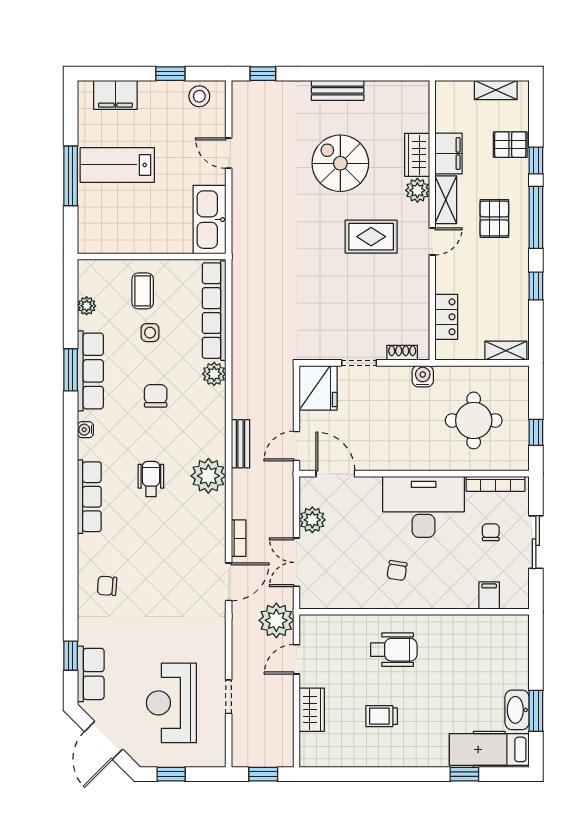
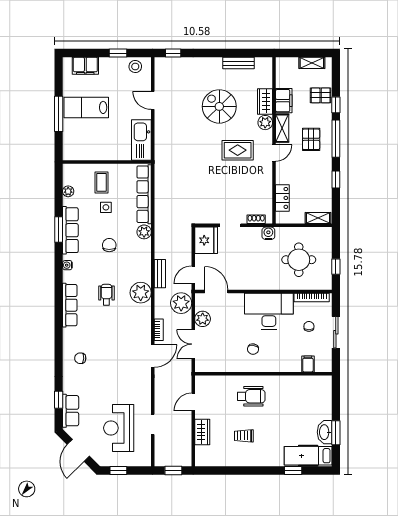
bench: (338, 90) -> (238, 63), moved
plant: (276, 620) -> (181, 303), moved

